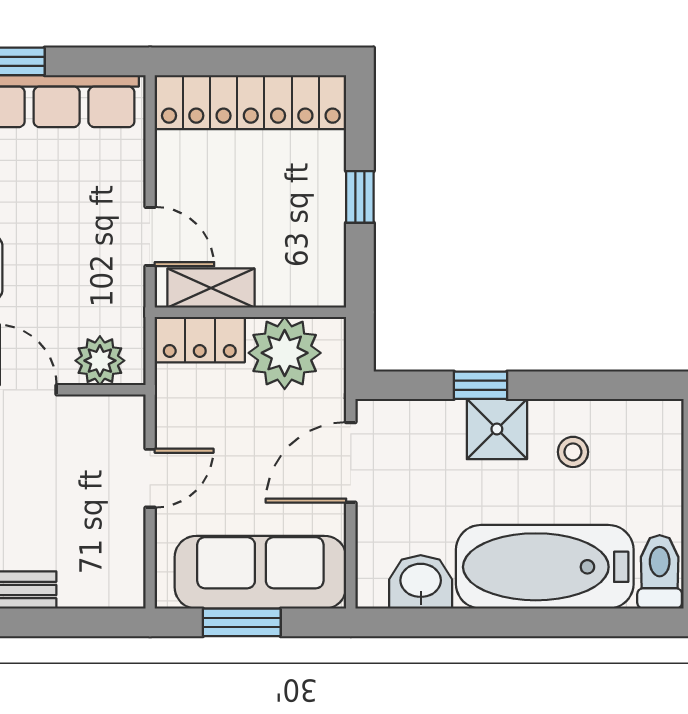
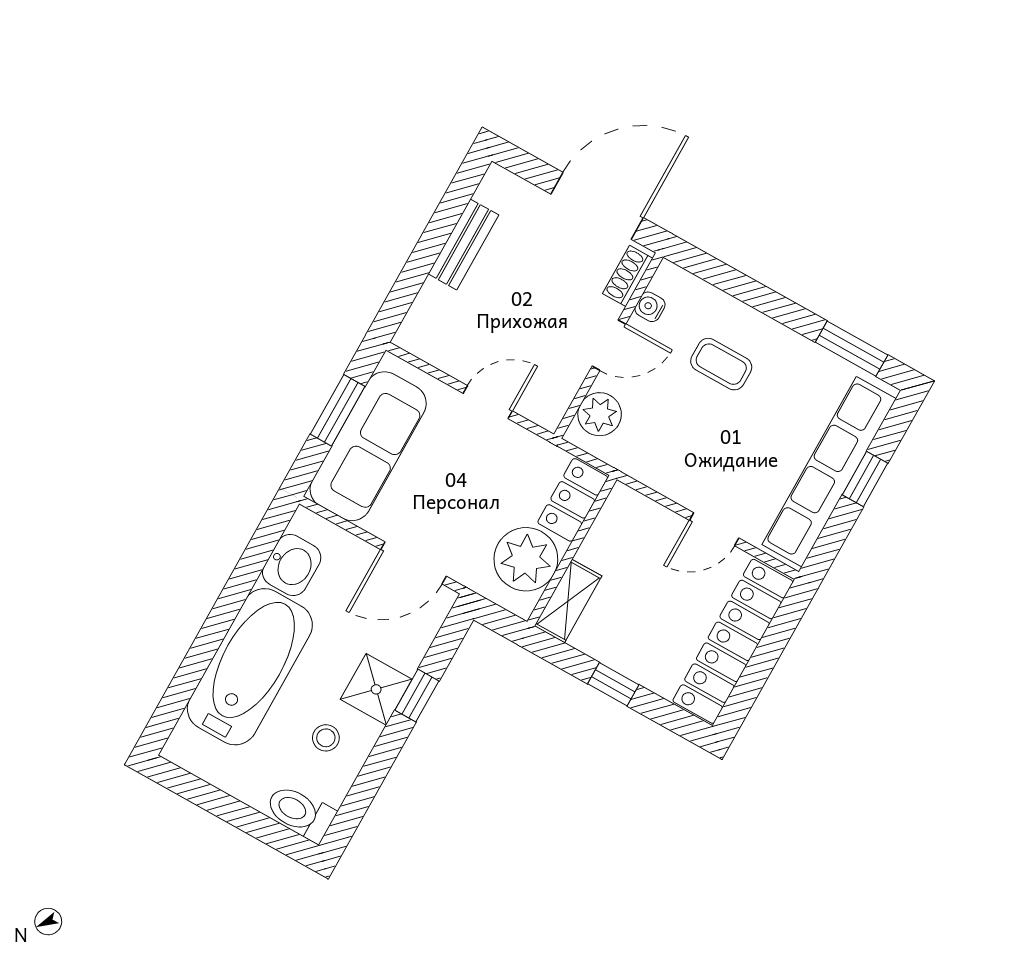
door: (150, 237) -> (714, 529), moved
shelving: (211, 288) -> (568, 601), moved
door: (351, 462) -> (413, 563), swing flipped
door: (150, 478) -> (488, 402), swing flipped
toilet: (660, 572) -> (300, 813), moved, turned 180

